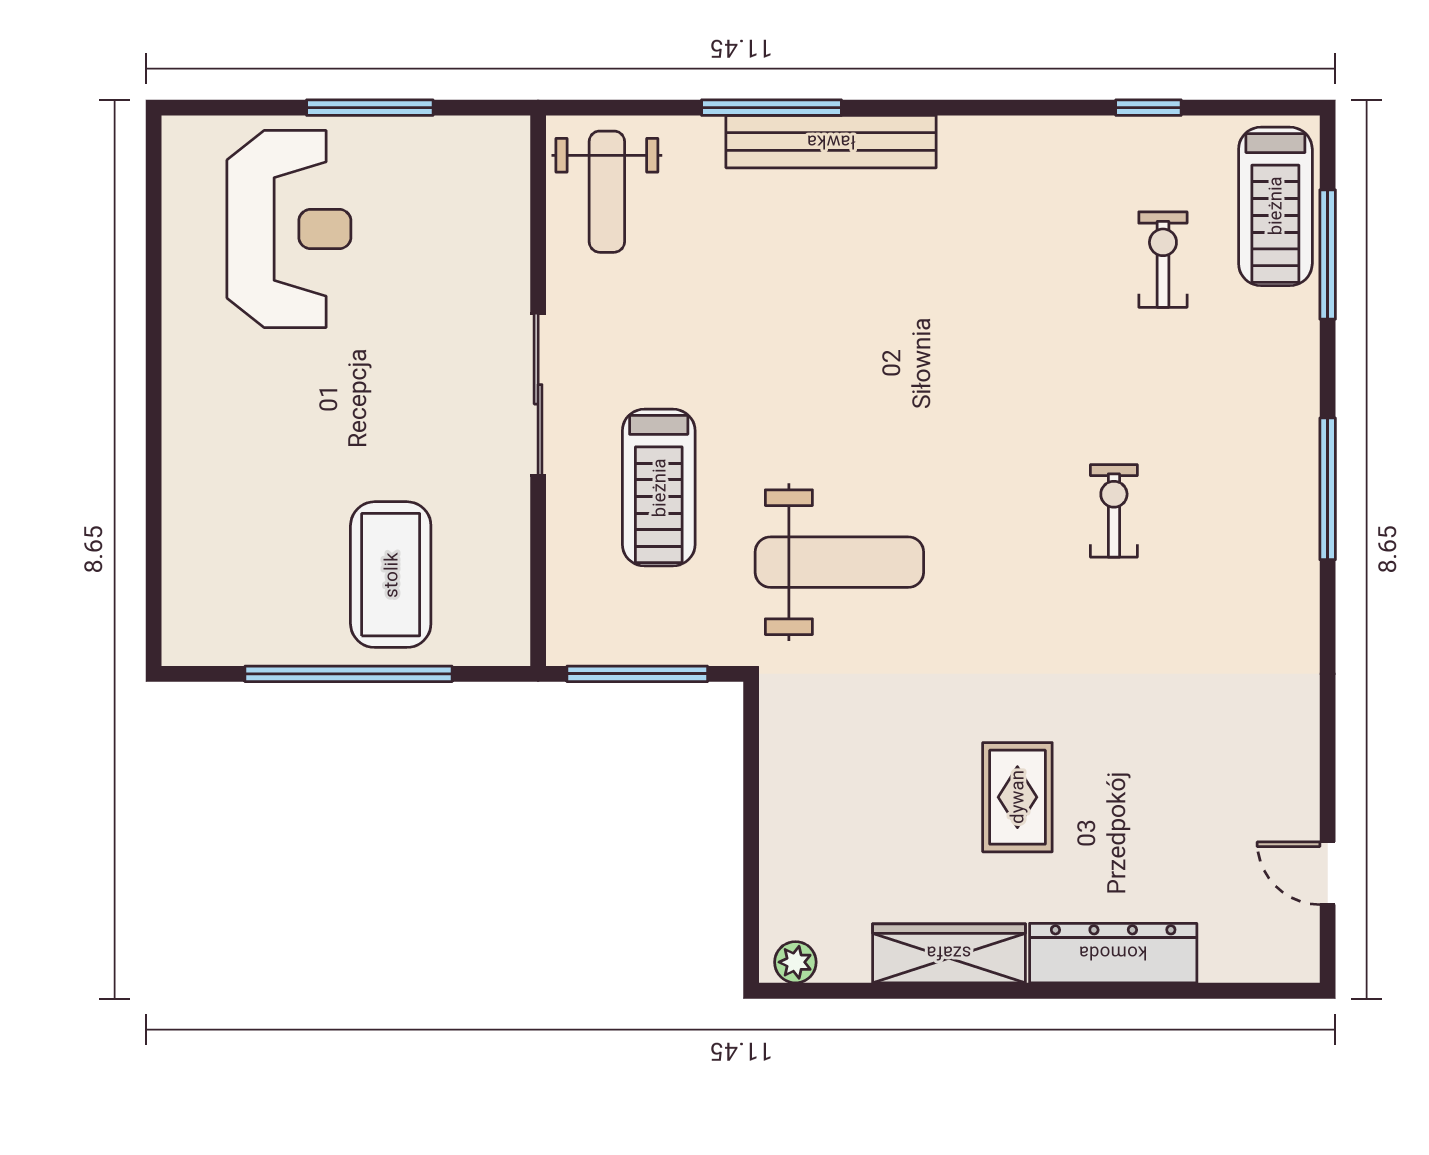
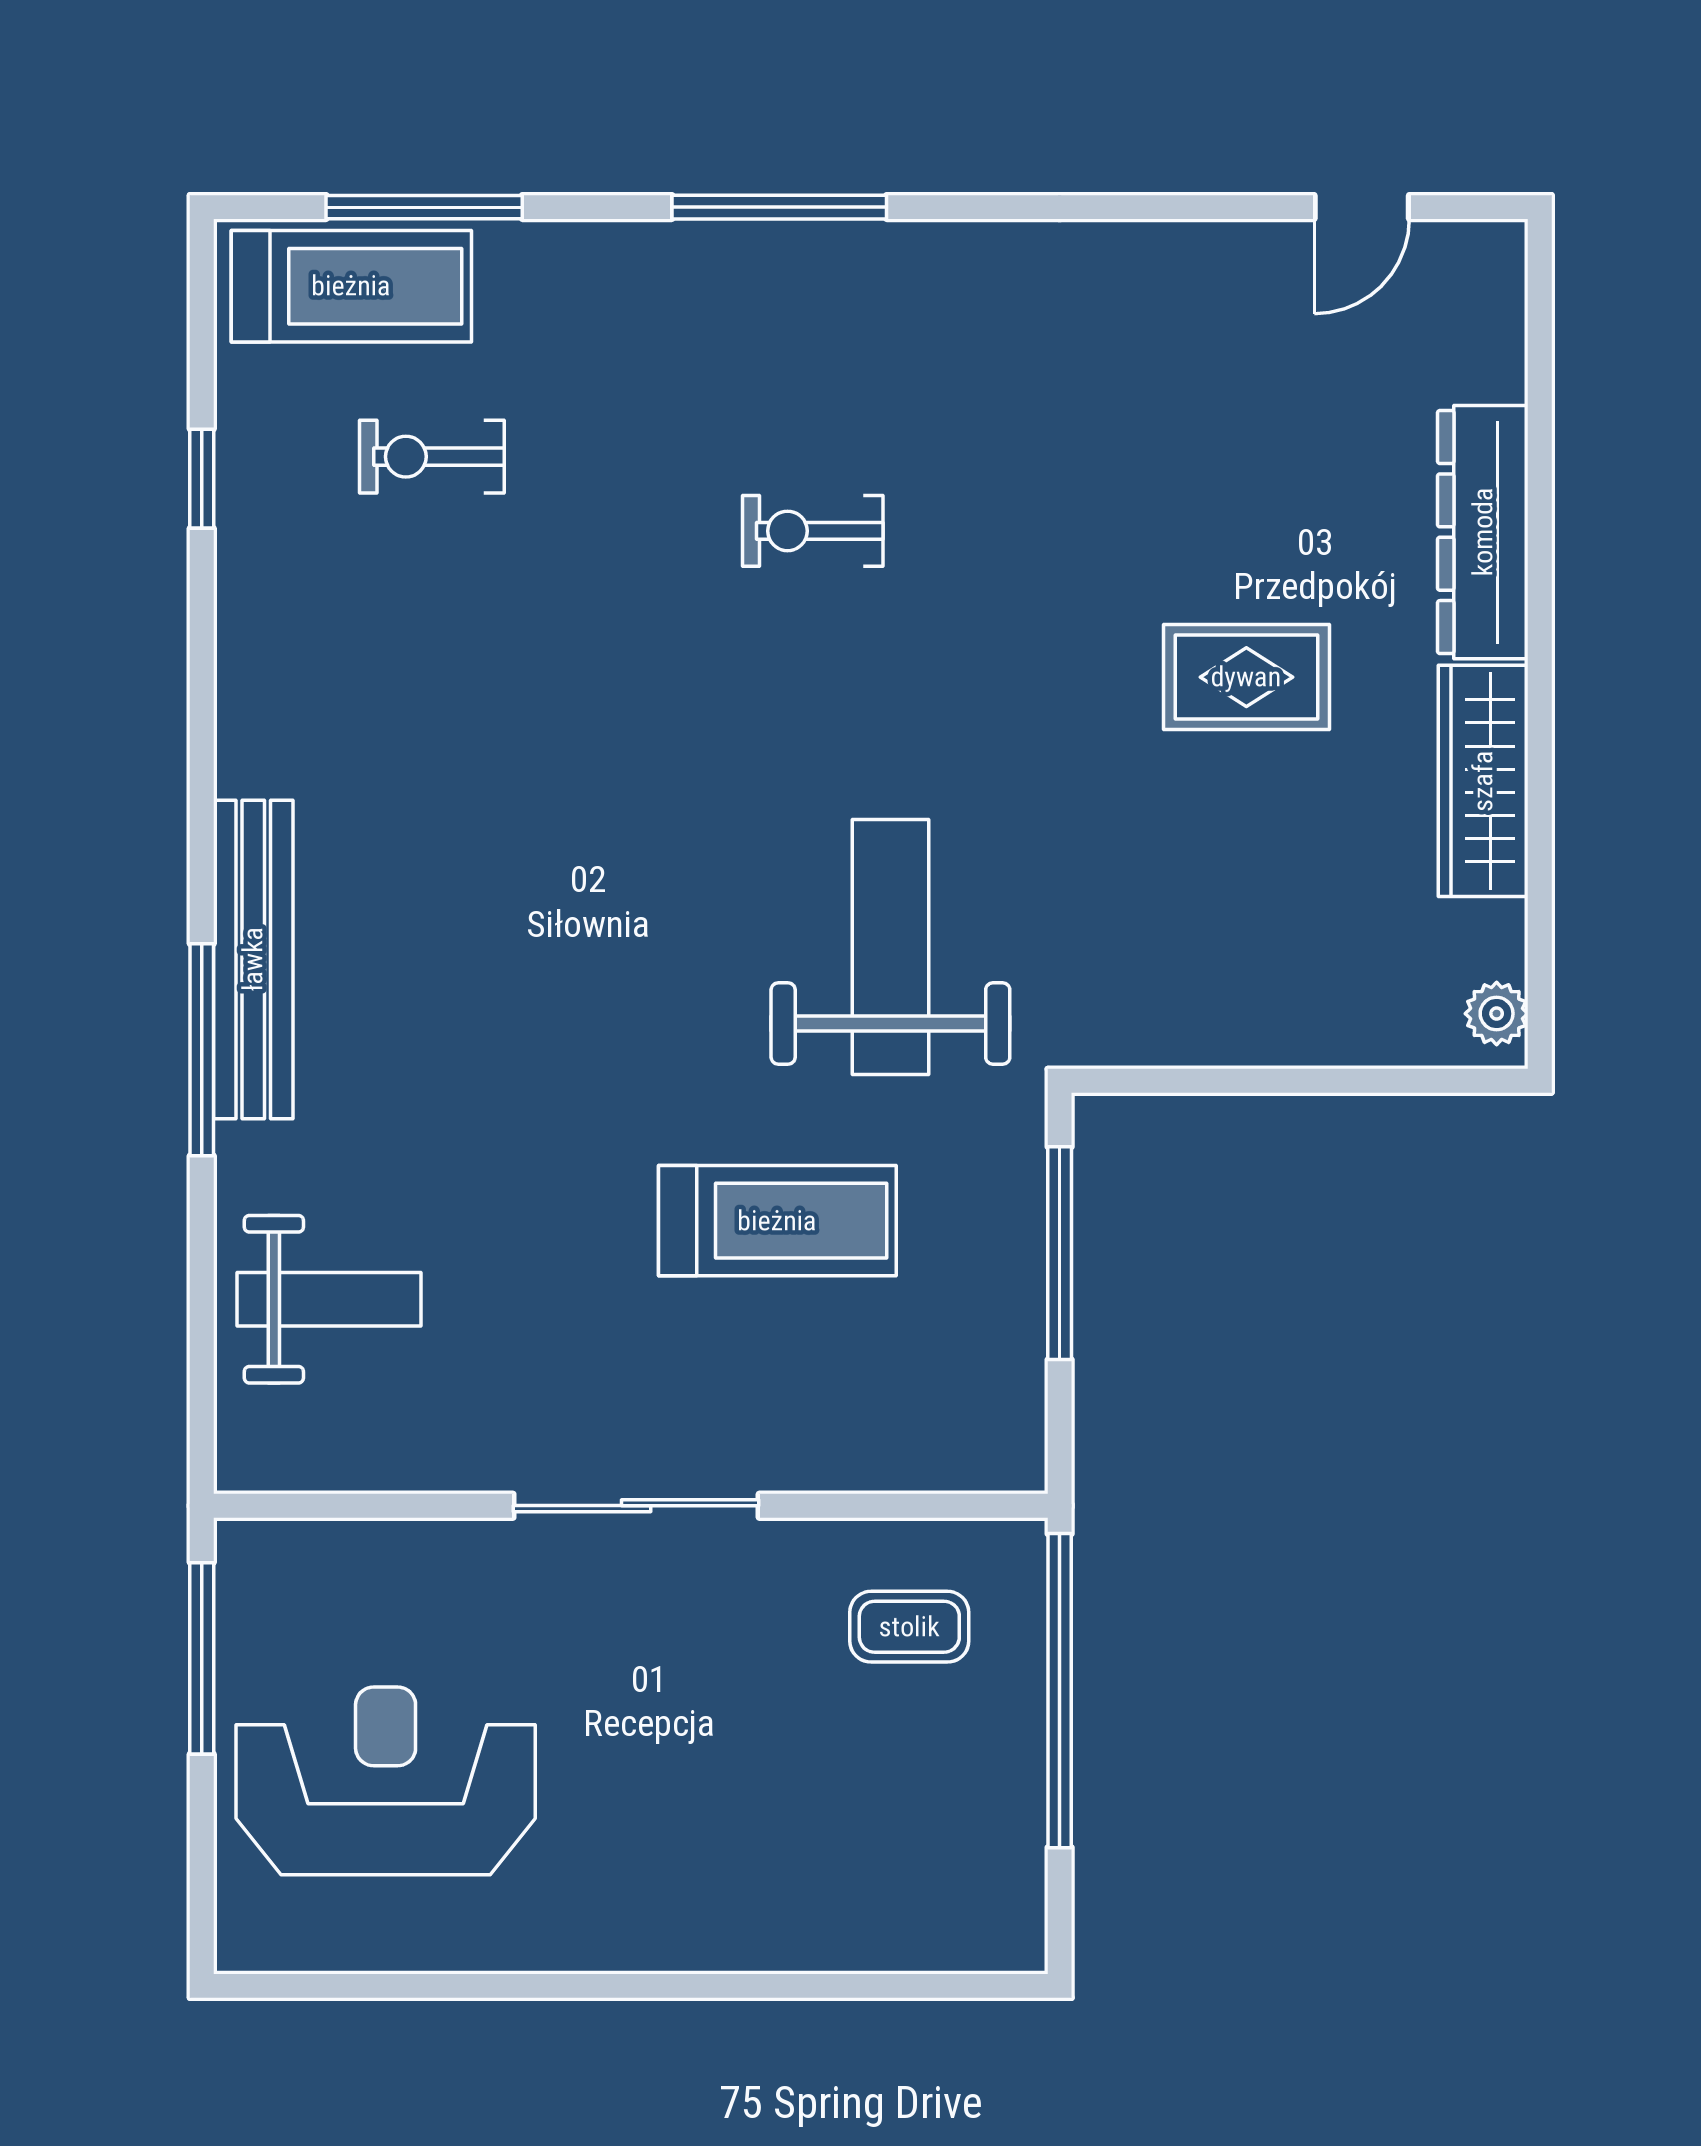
wall: (538, 391) -> (631, 1506), moved
sliding door: (538, 394) -> (636, 1506), moved
coffee table: (391, 575) -> (909, 1627), width x0.54, depth x0.58

